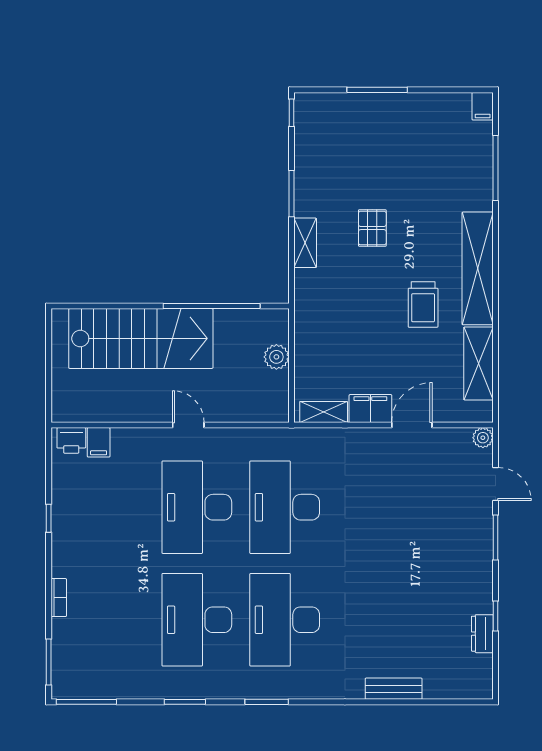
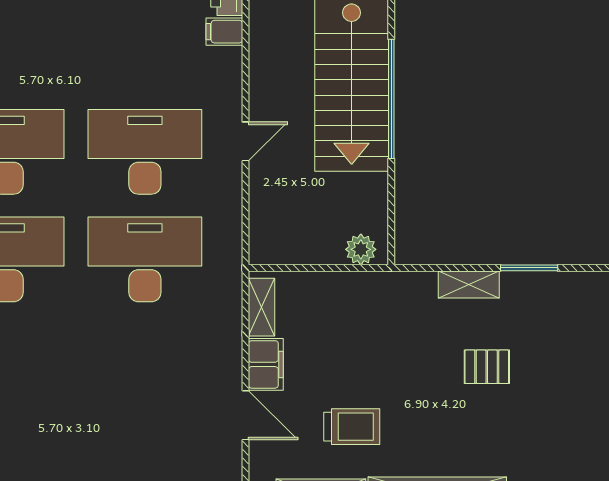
trolley: (423, 305) -> (352, 427), moved, turned 180
window: (212, 306) -> (391, 99), moved
plant: (276, 357) -> (361, 249), moved

